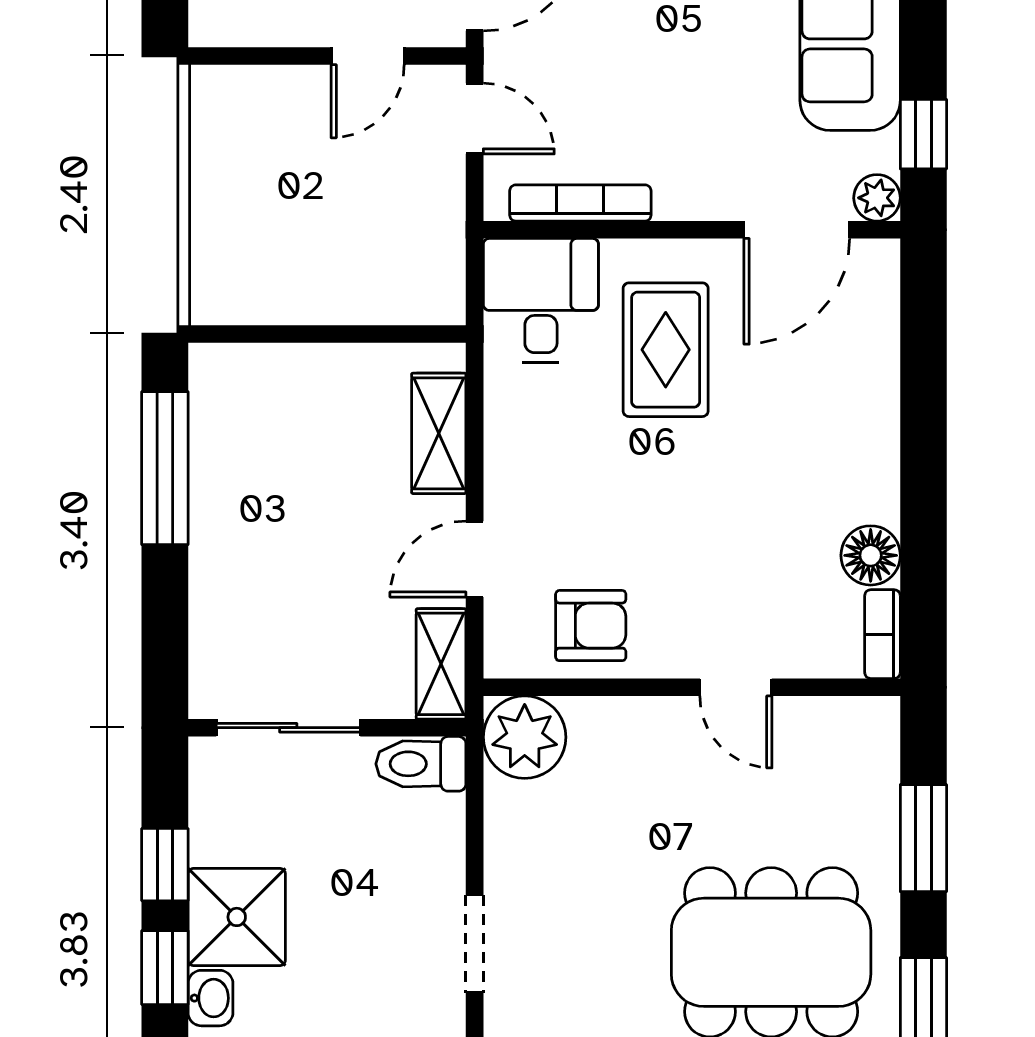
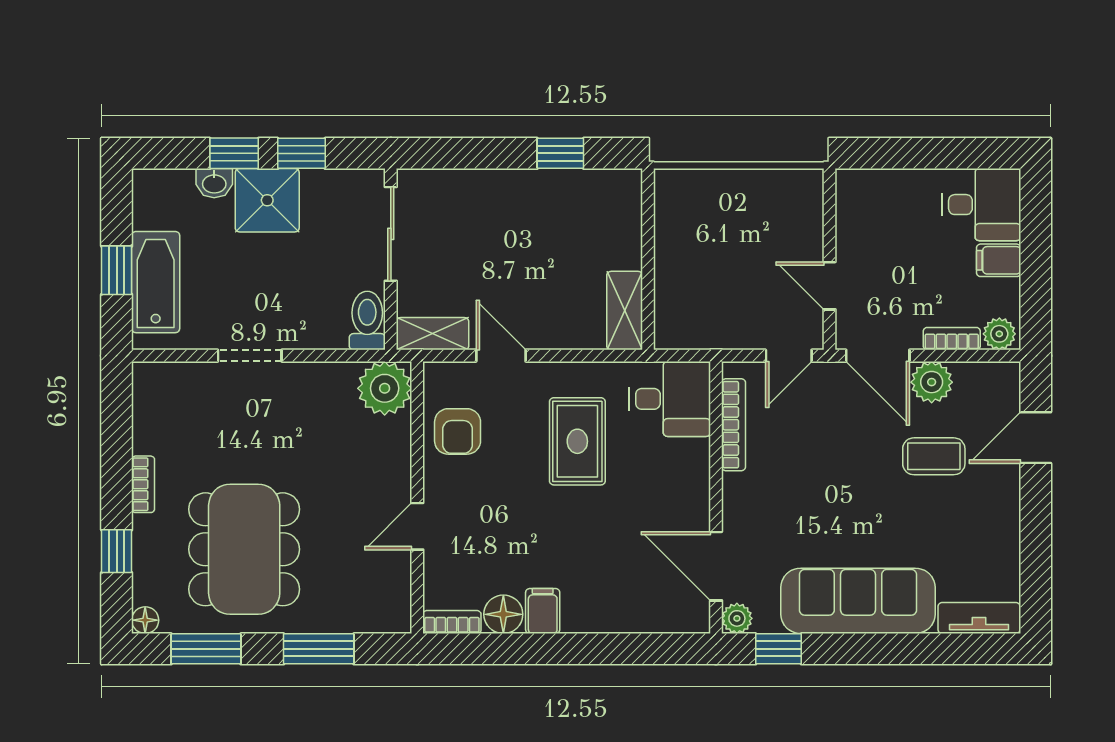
rug: (666, 350) -> (577, 441), moved, turned 90
shelving: (439, 433) -> (625, 311), moved, turned 90
window: (165, 468) -> (560, 153), width x0.46
filing cabinet: (866, 495) -> (543, 611), added

